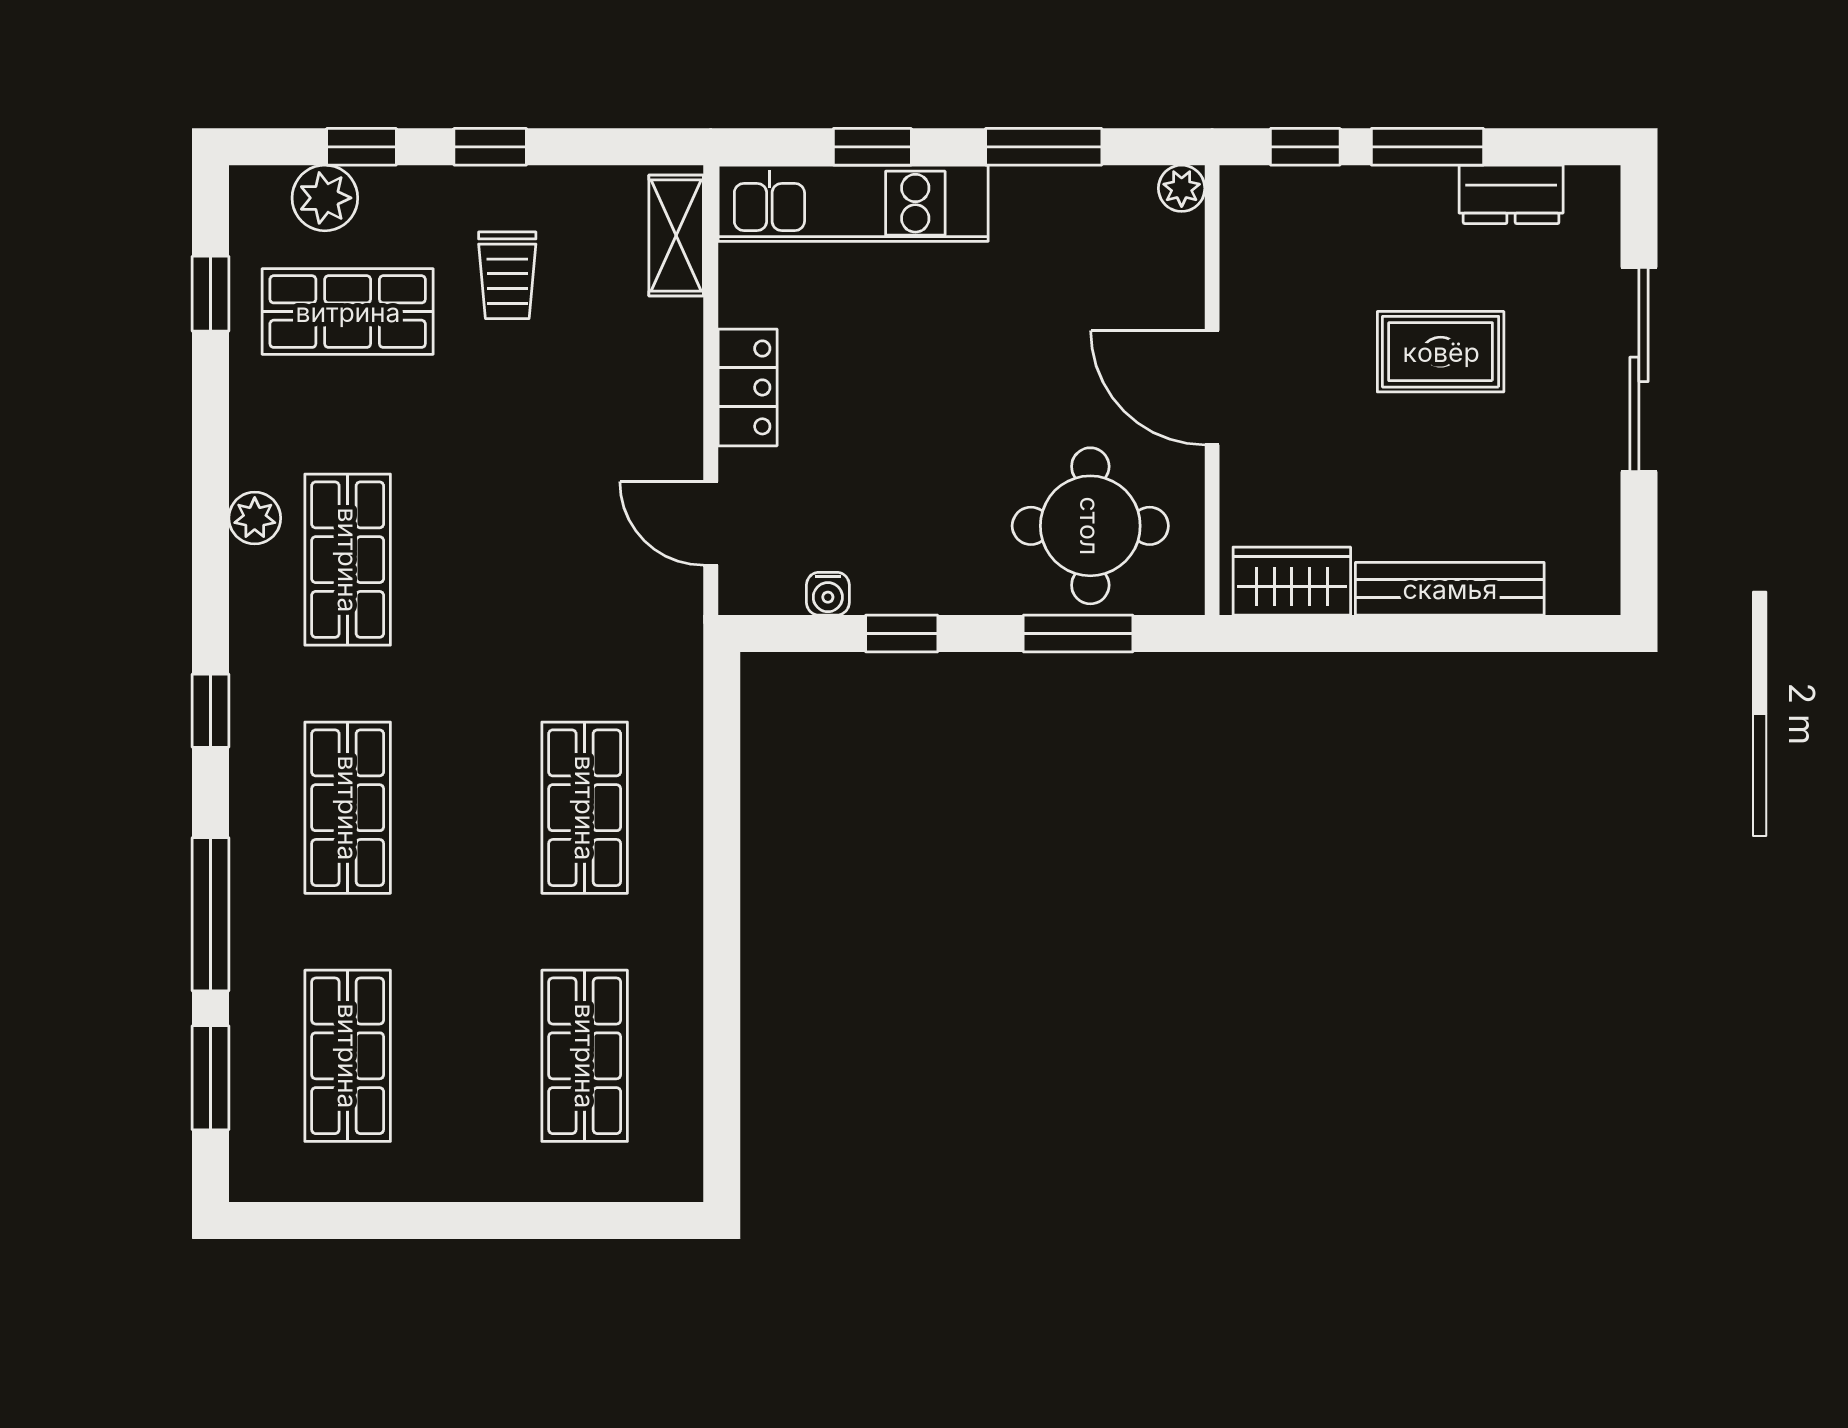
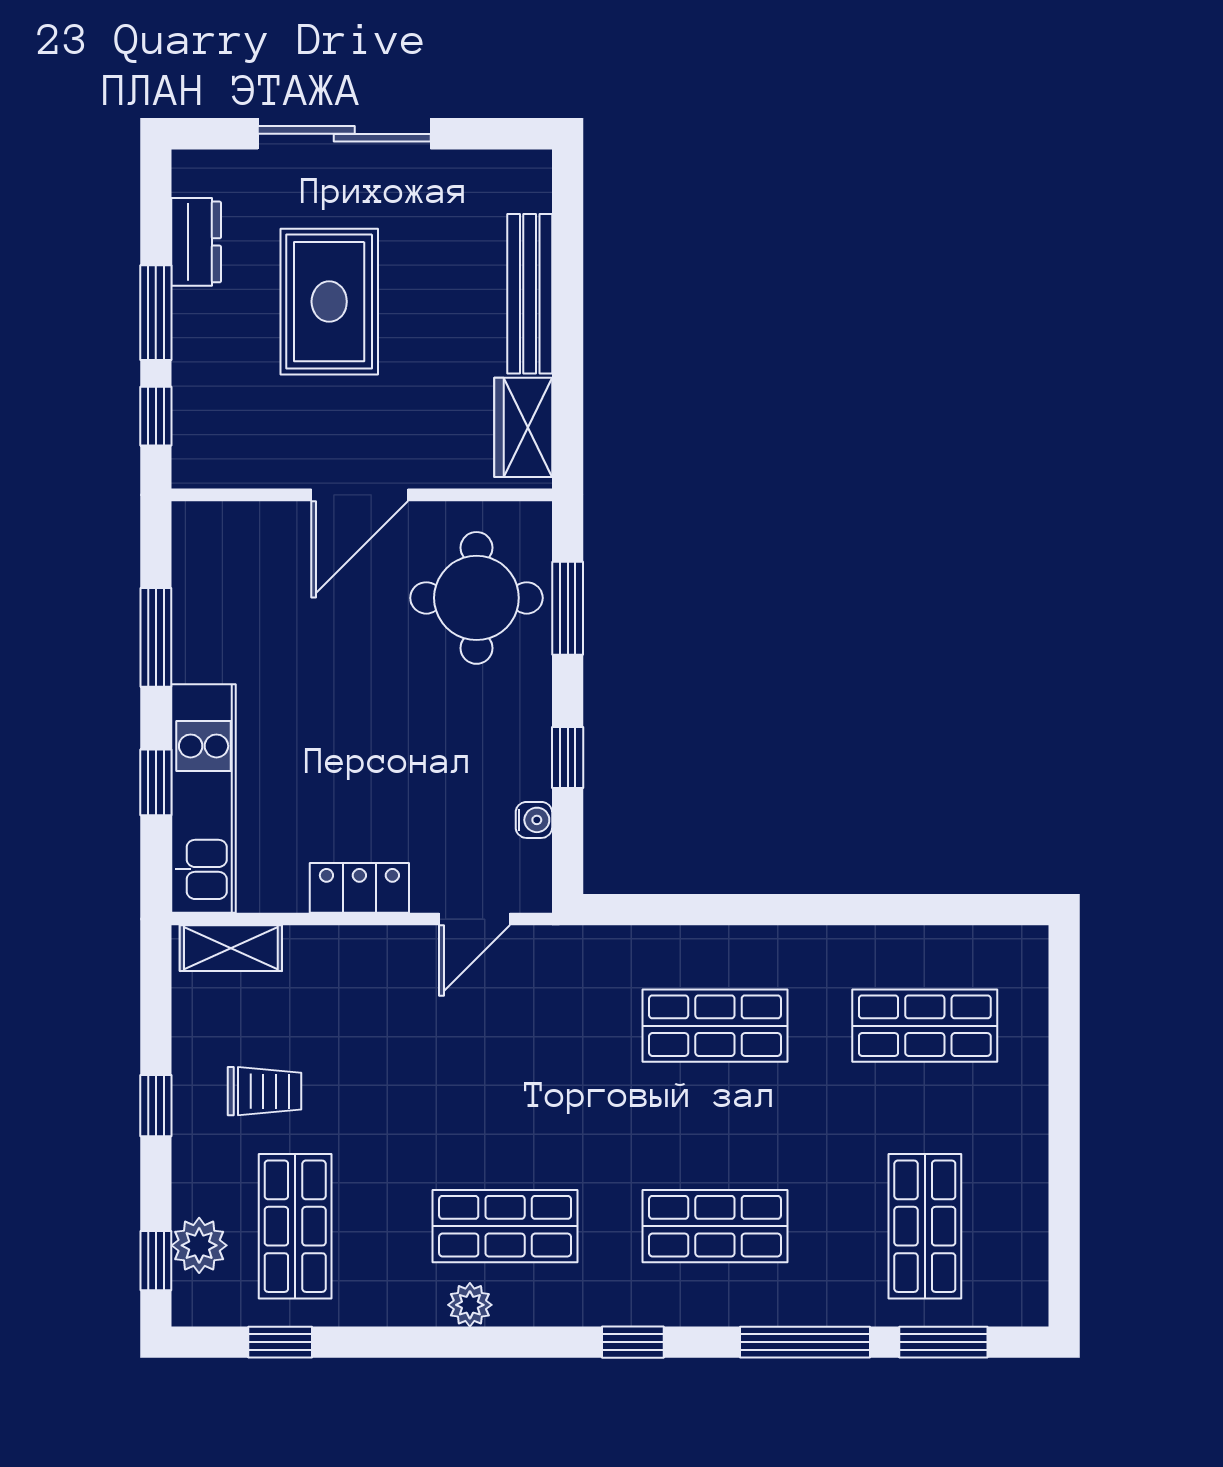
window: (362, 147) -> (156, 1261), moved
plant: (1182, 188) -> (191, 521), removed
rug: (1441, 352) -> (329, 302), width x1.36, depth x1.43
shop shelf: (348, 1056) -> (925, 1226), turned 90

